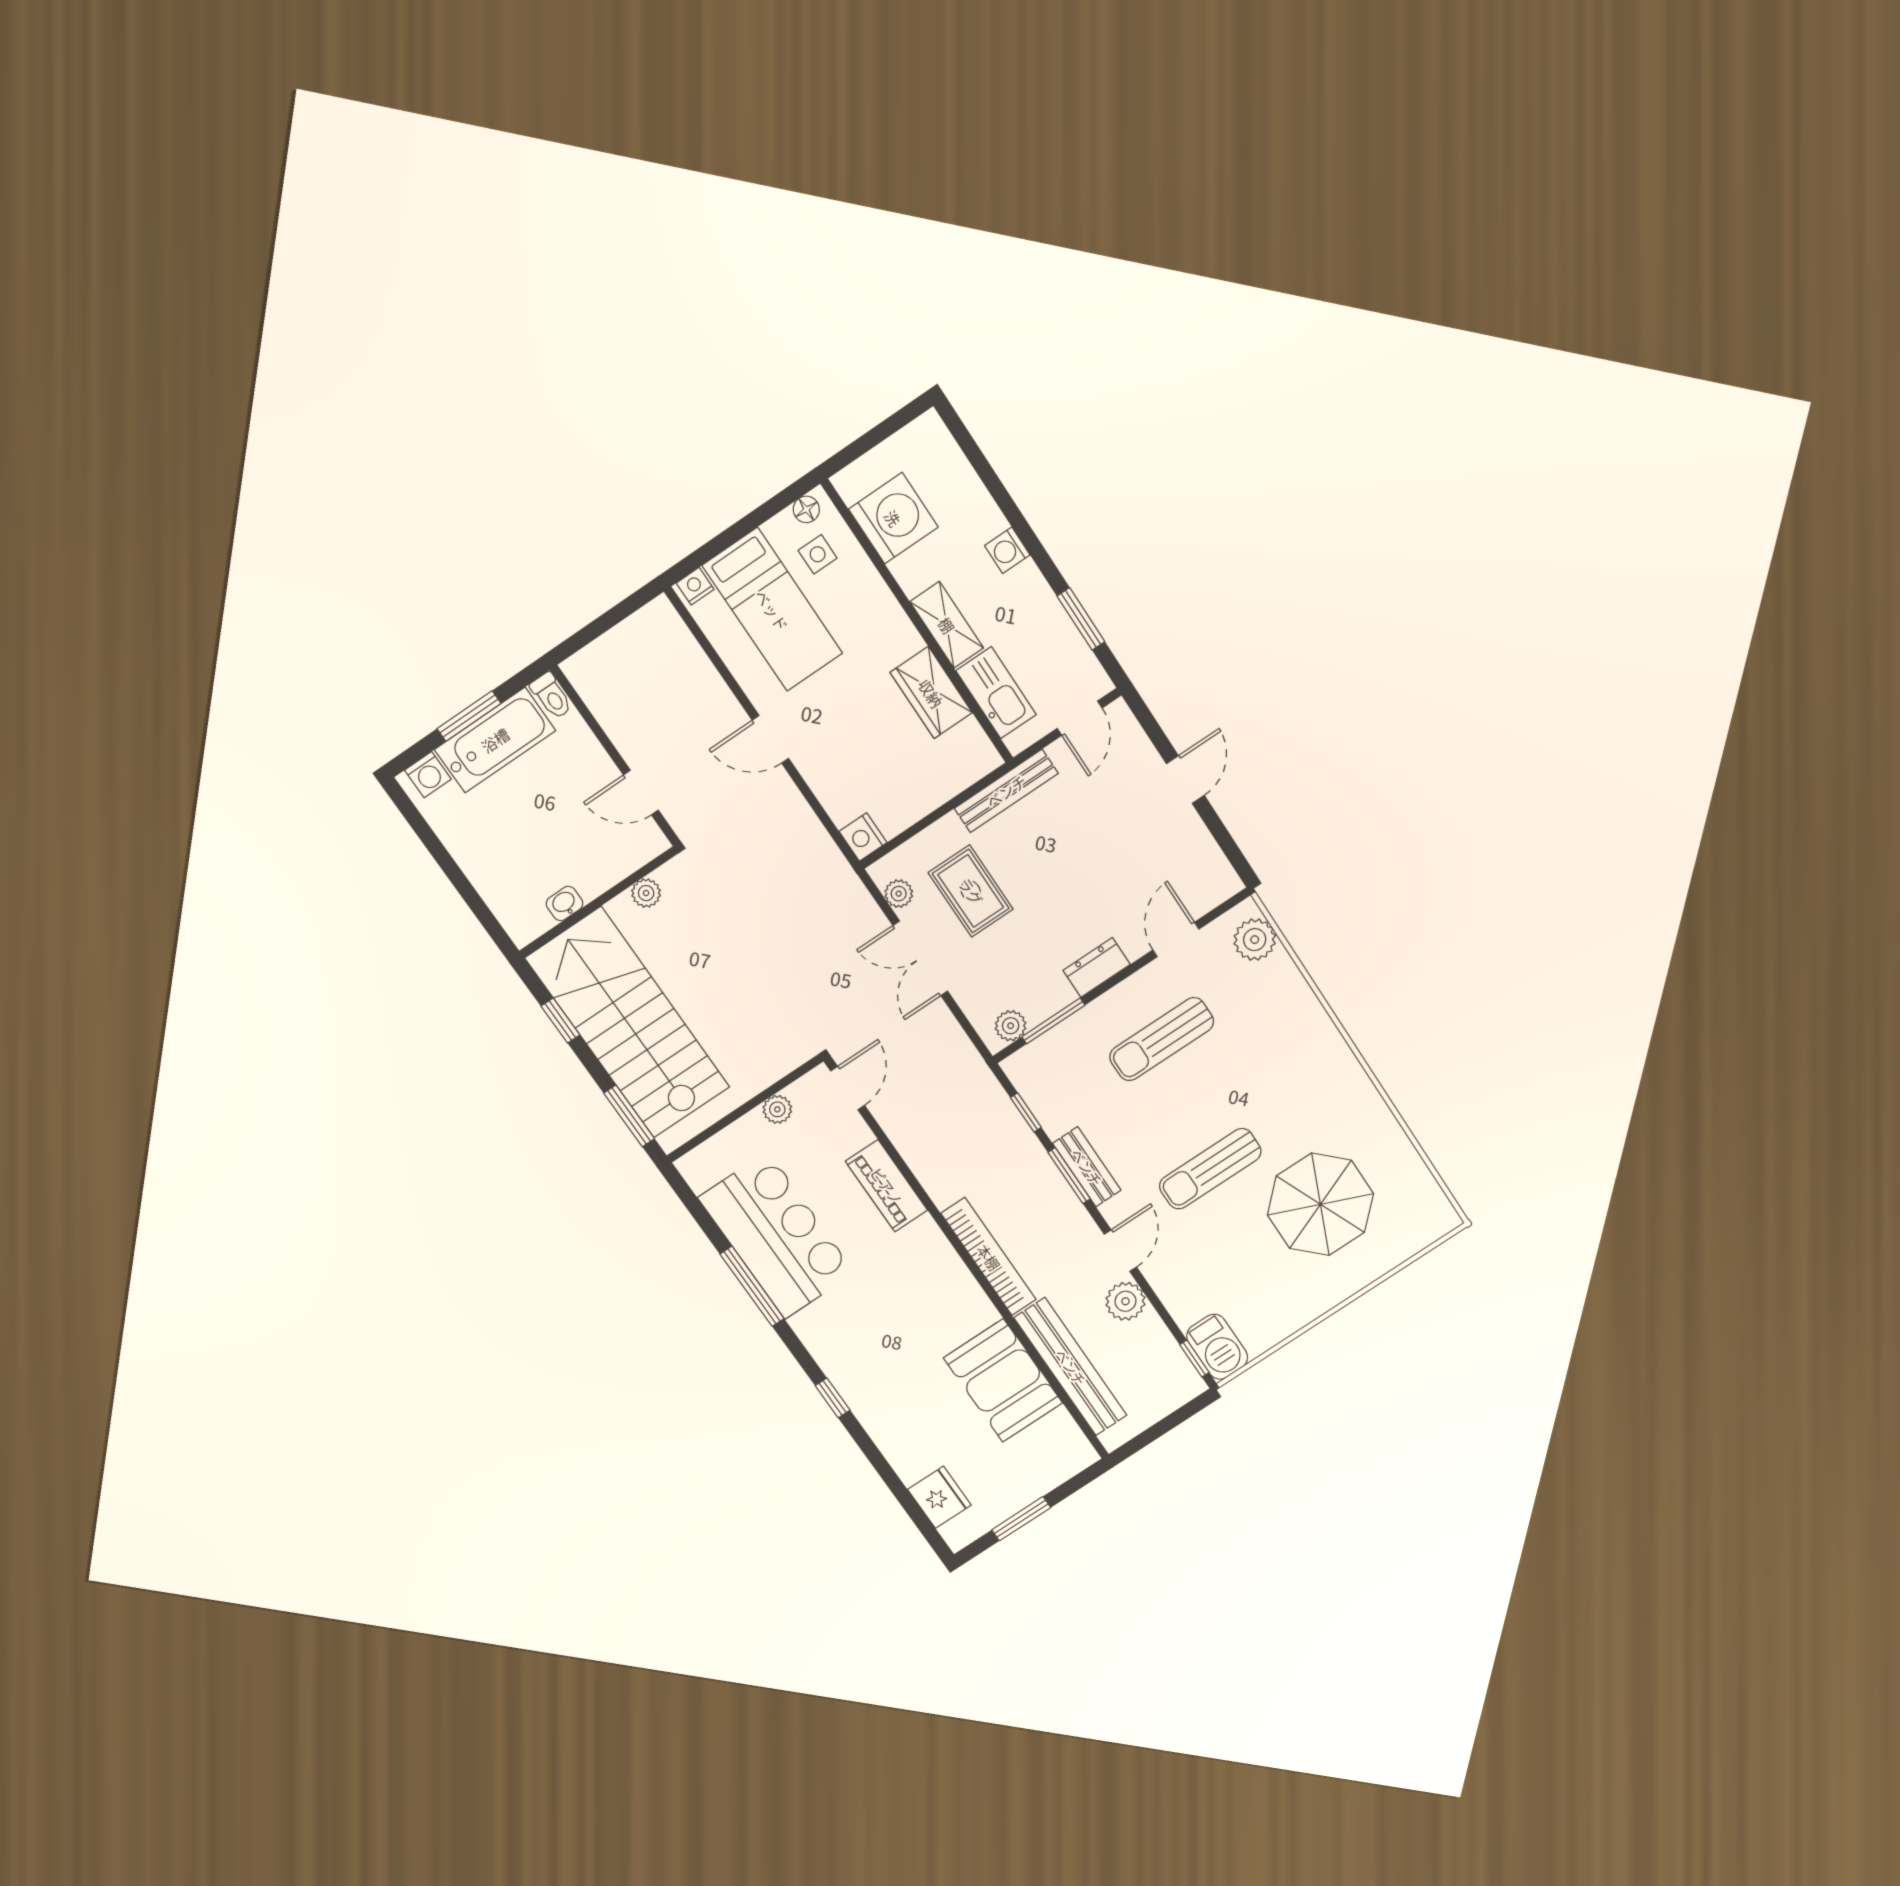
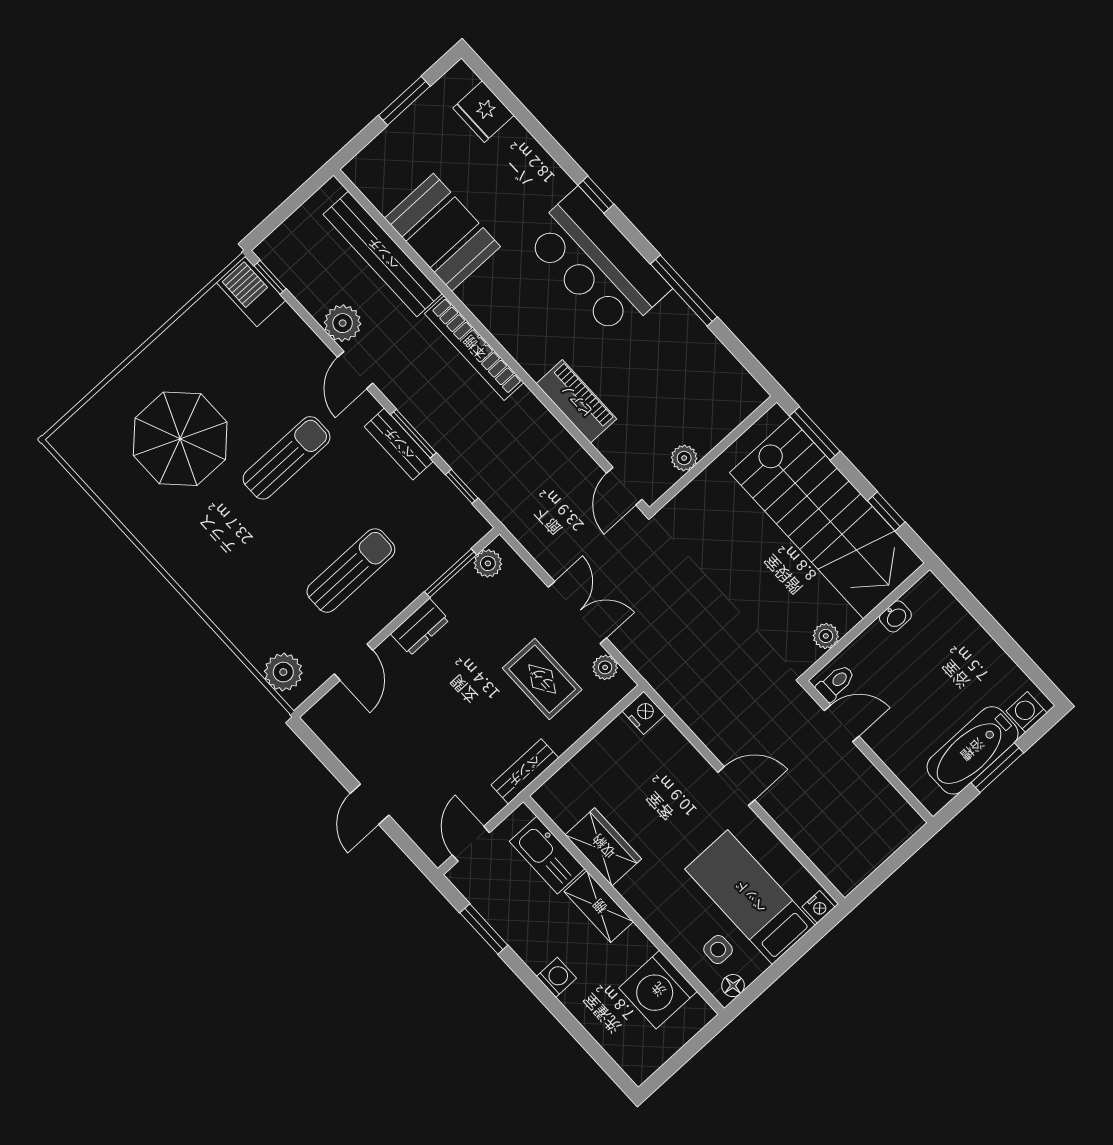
toilet: (551, 696) -> (836, 683), moved, turned 90
bench: (1006, 791) -> (525, 771), width x0.73
bar counter: (776, 1235) -> (597, 263), moved

